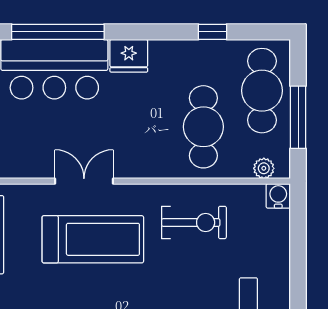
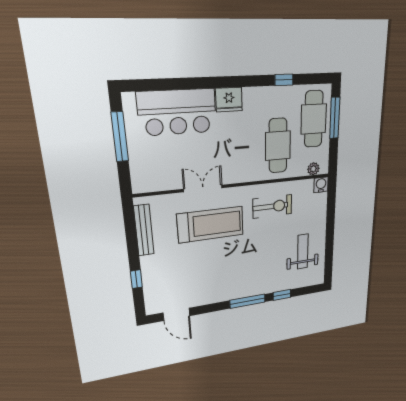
window: (58, 32) -> (178, 84), removed
window: (298, 117) -> (335, 118), moved

